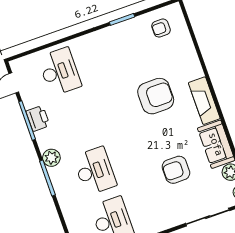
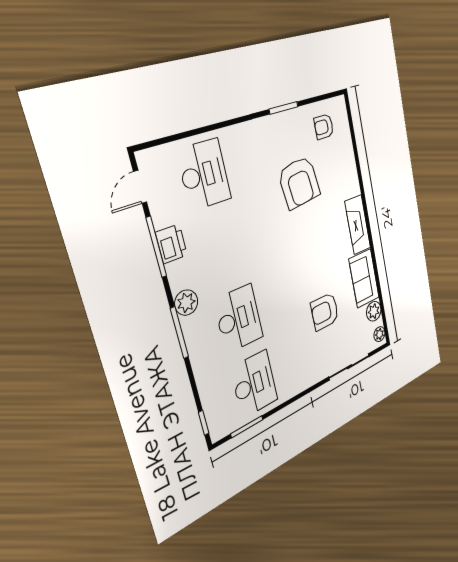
armchair: (156, 96) -> (299, 183), moved, turned 83

